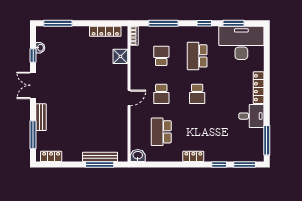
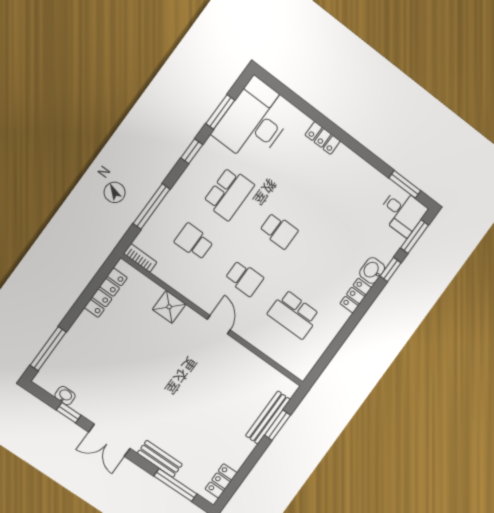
shower: (120, 56) -> (169, 307), moved
school desk: (197, 56) -> (229, 194), turned -90
locker: (259, 88) -> (323, 138), width x0.66
desk: (251, 116) -> (402, 212), moved, turned 90
window: (267, 140) -> (405, 184), width x0.69
washbasin: (138, 156) -> (372, 270), moved
window: (100, 165) -> (277, 425), width x0.69

